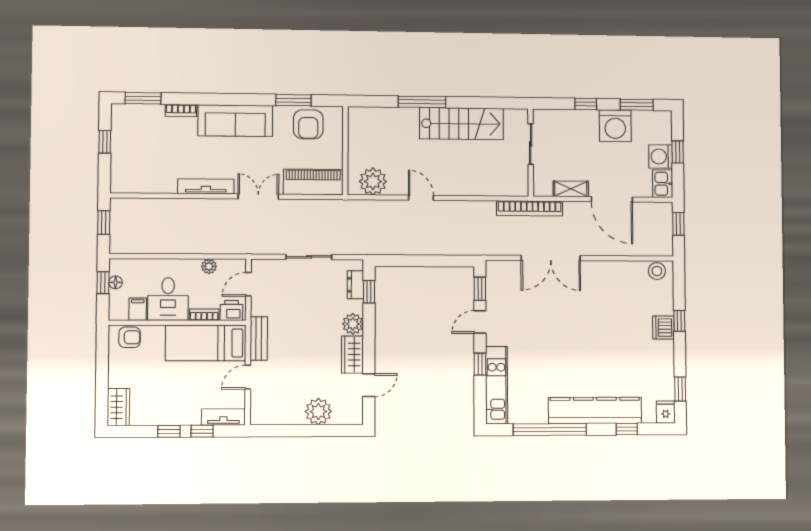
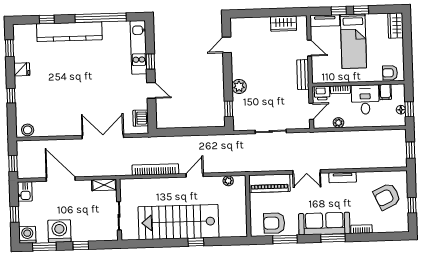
window: (143, 98) -> (333, 238), moved
window: (422, 102) -> (196, 242), width x0.46
armchair: (308, 124) -> (274, 223), turned -90
stairs: (461, 124) -> (178, 222), width x1.36, depth x1.51
armchair: (141, 156) -> (387, 196), added
washing machine: (661, 157) -> (27, 235), moved, turned -90
plant: (373, 181) -> (228, 181), width x0.53, depth x0.53
tv unit: (206, 186) -> (343, 177), width x0.71
shelving: (571, 189) -> (104, 185), moved
door: (421, 198) -> (195, 175), swing flipped
bookcase: (530, 208) -> (155, 169), moved
dresser: (355, 285) -> (238, 113), removed
window: (480, 289) -> (152, 113), removed
door: (480, 322) -> (151, 90), hinge flipped
dishwasher: (663, 328) -> (141, 118), moved, turned 180
bed: (206, 343) -> (353, 41), moved, turned 90
wardrobe: (352, 355) -> (283, 24), moved, turned 90
door: (248, 377) -> (309, 48), hinge flipped
plant: (318, 412) -> (261, 26), removed
fridge: (666, 412) -> (22, 69), moved, turned -90

